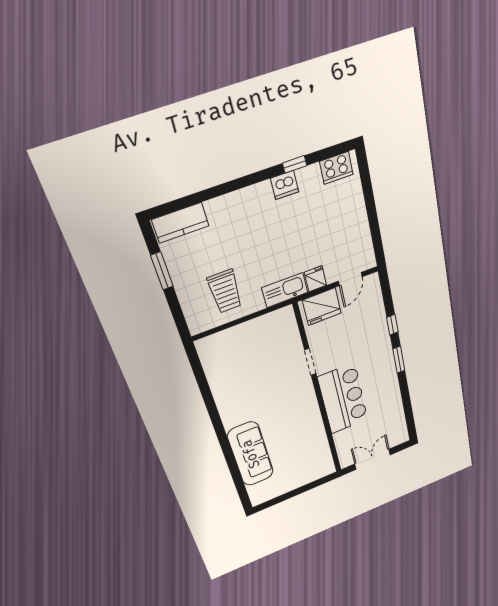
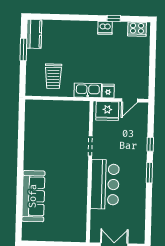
kitchen counter: (180, 223) -> (34, 34), moved, turned -90

